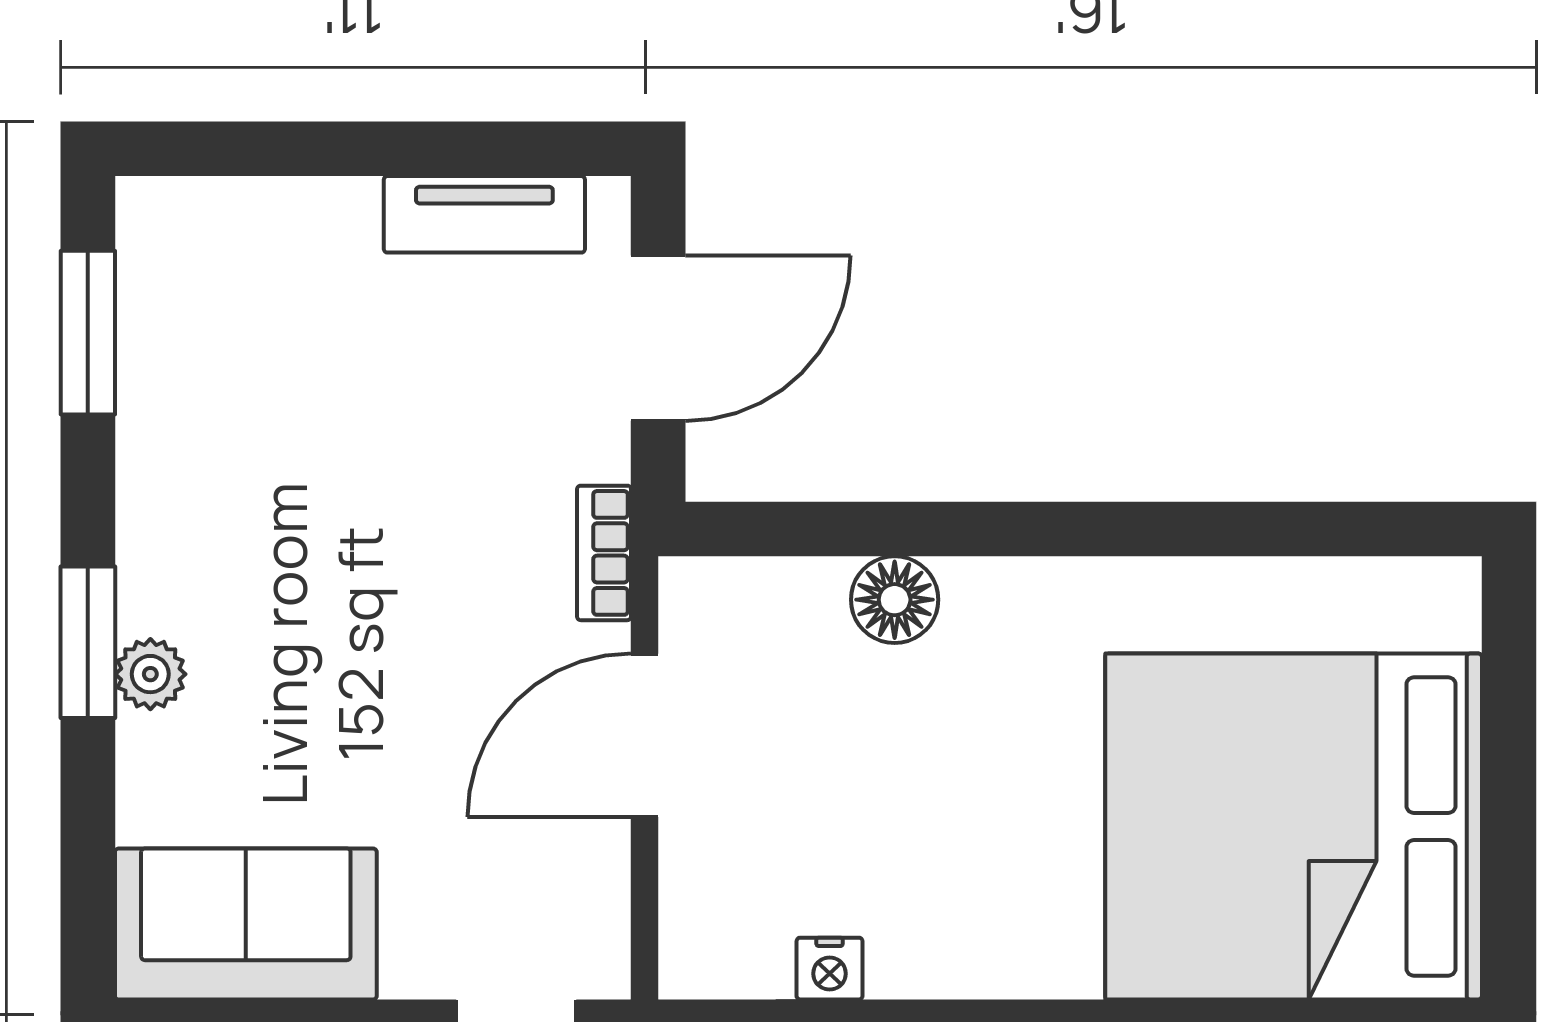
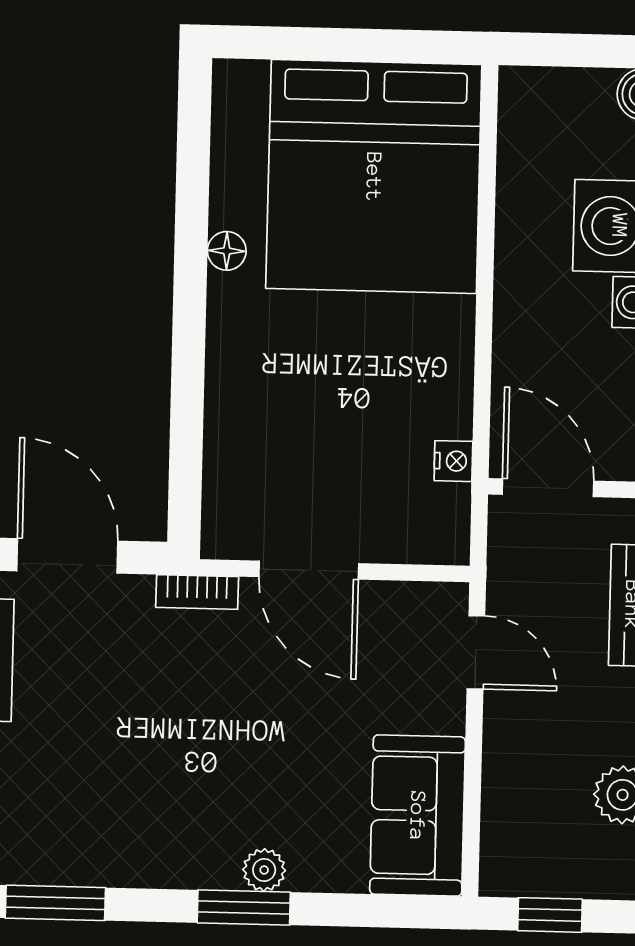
floor lamp: (895, 600) -> (227, 251), moved, width x0.73, depth x0.73

